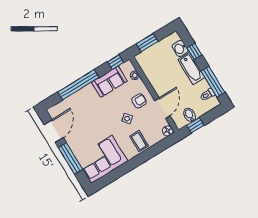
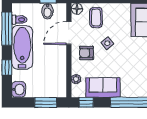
washbasin: (180, 48) -> (19, 89), moved
bathtub: (191, 69) -> (22, 47), width x1.36, depth x1.36
coffee table: (139, 141) -> (96, 18), moved

